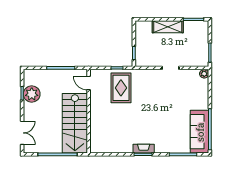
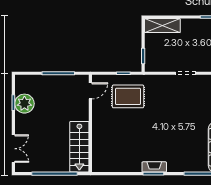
shelving: (168, 27) -> (162, 26), moved
door: (89, 83) -> (90, 91), swing flipped
rug: (121, 88) -> (128, 96), turned 90
stairs: (75, 123) -> (79, 147), width x0.73, depth x0.66

